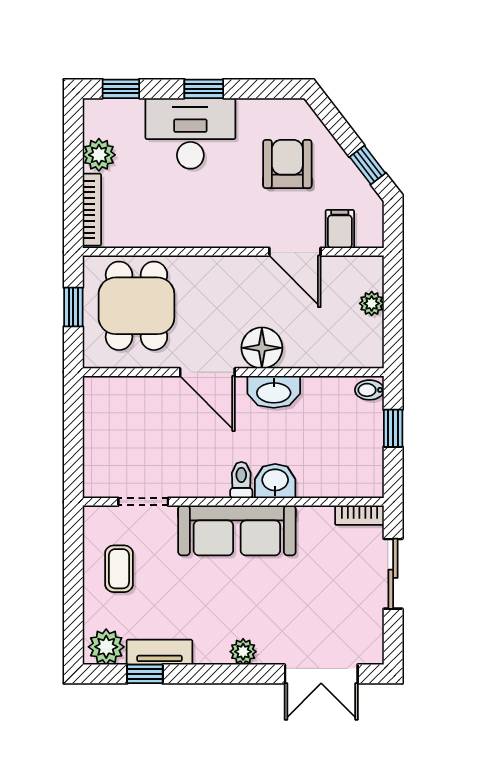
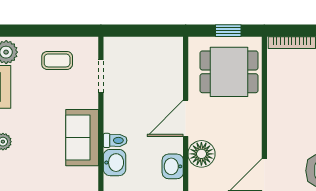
washbasin: (274, 392) -> (173, 166), width x0.72
sofa: (237, 530) -> (82, 138), width x0.73

